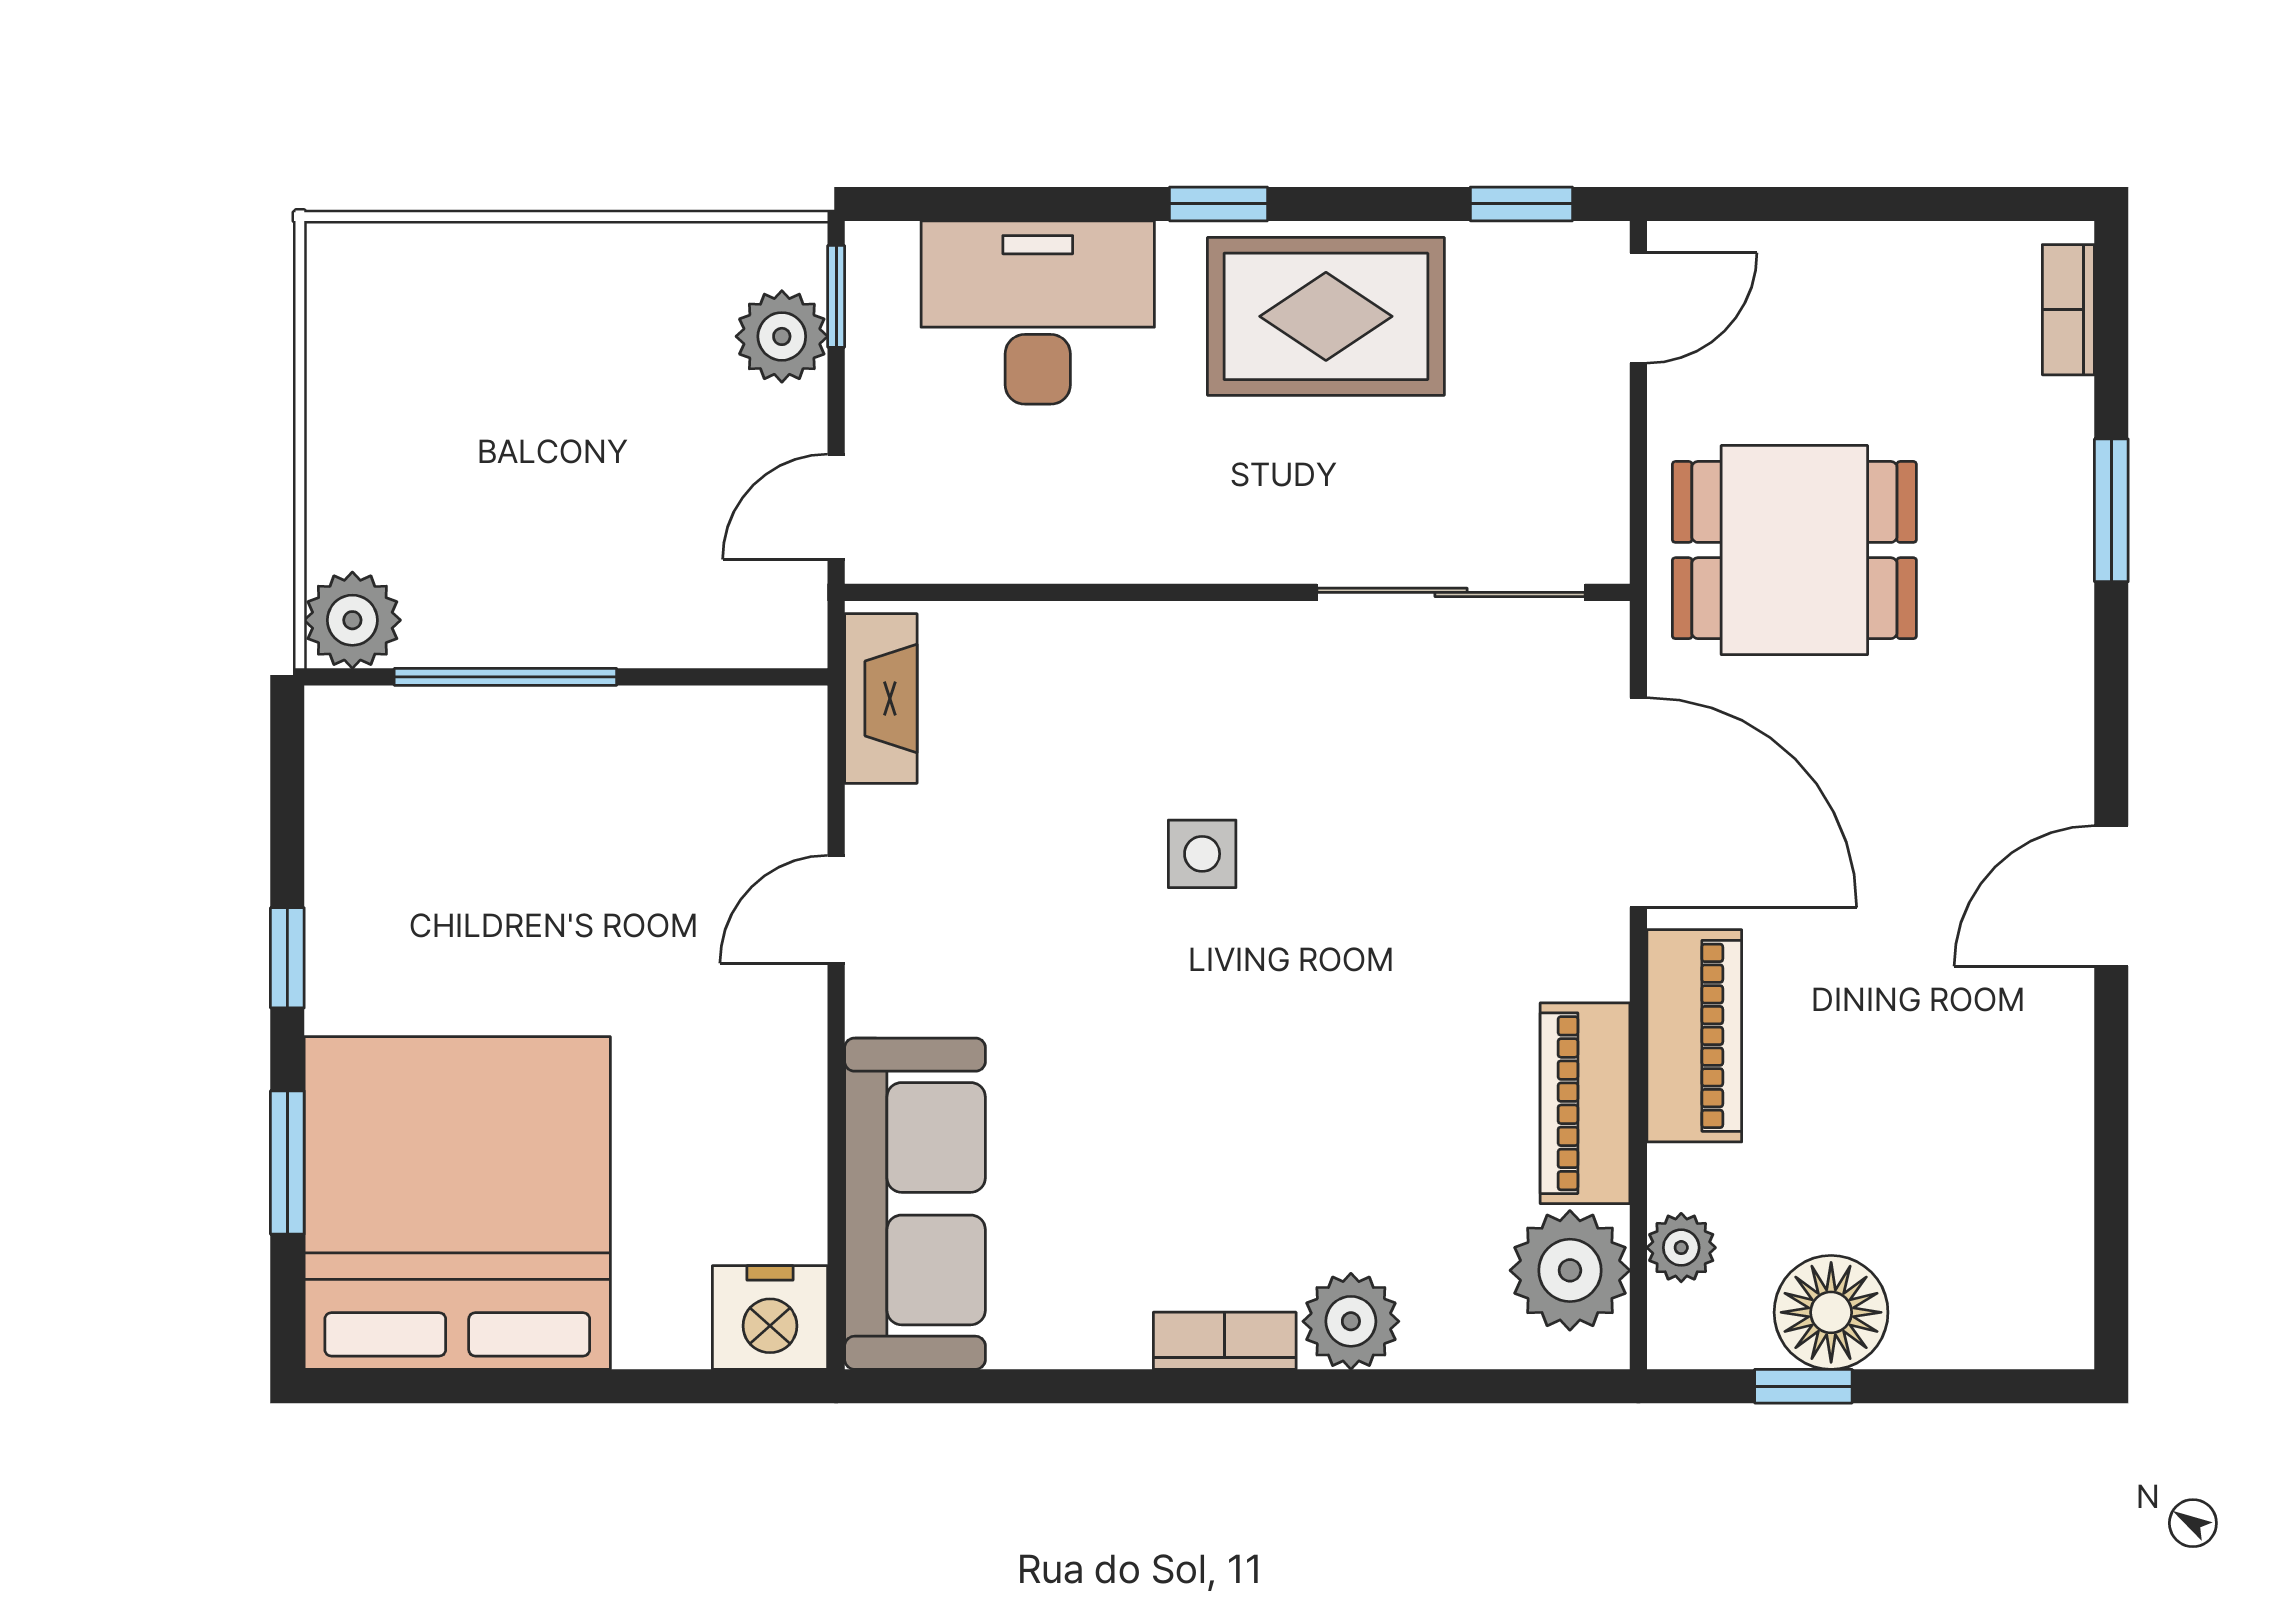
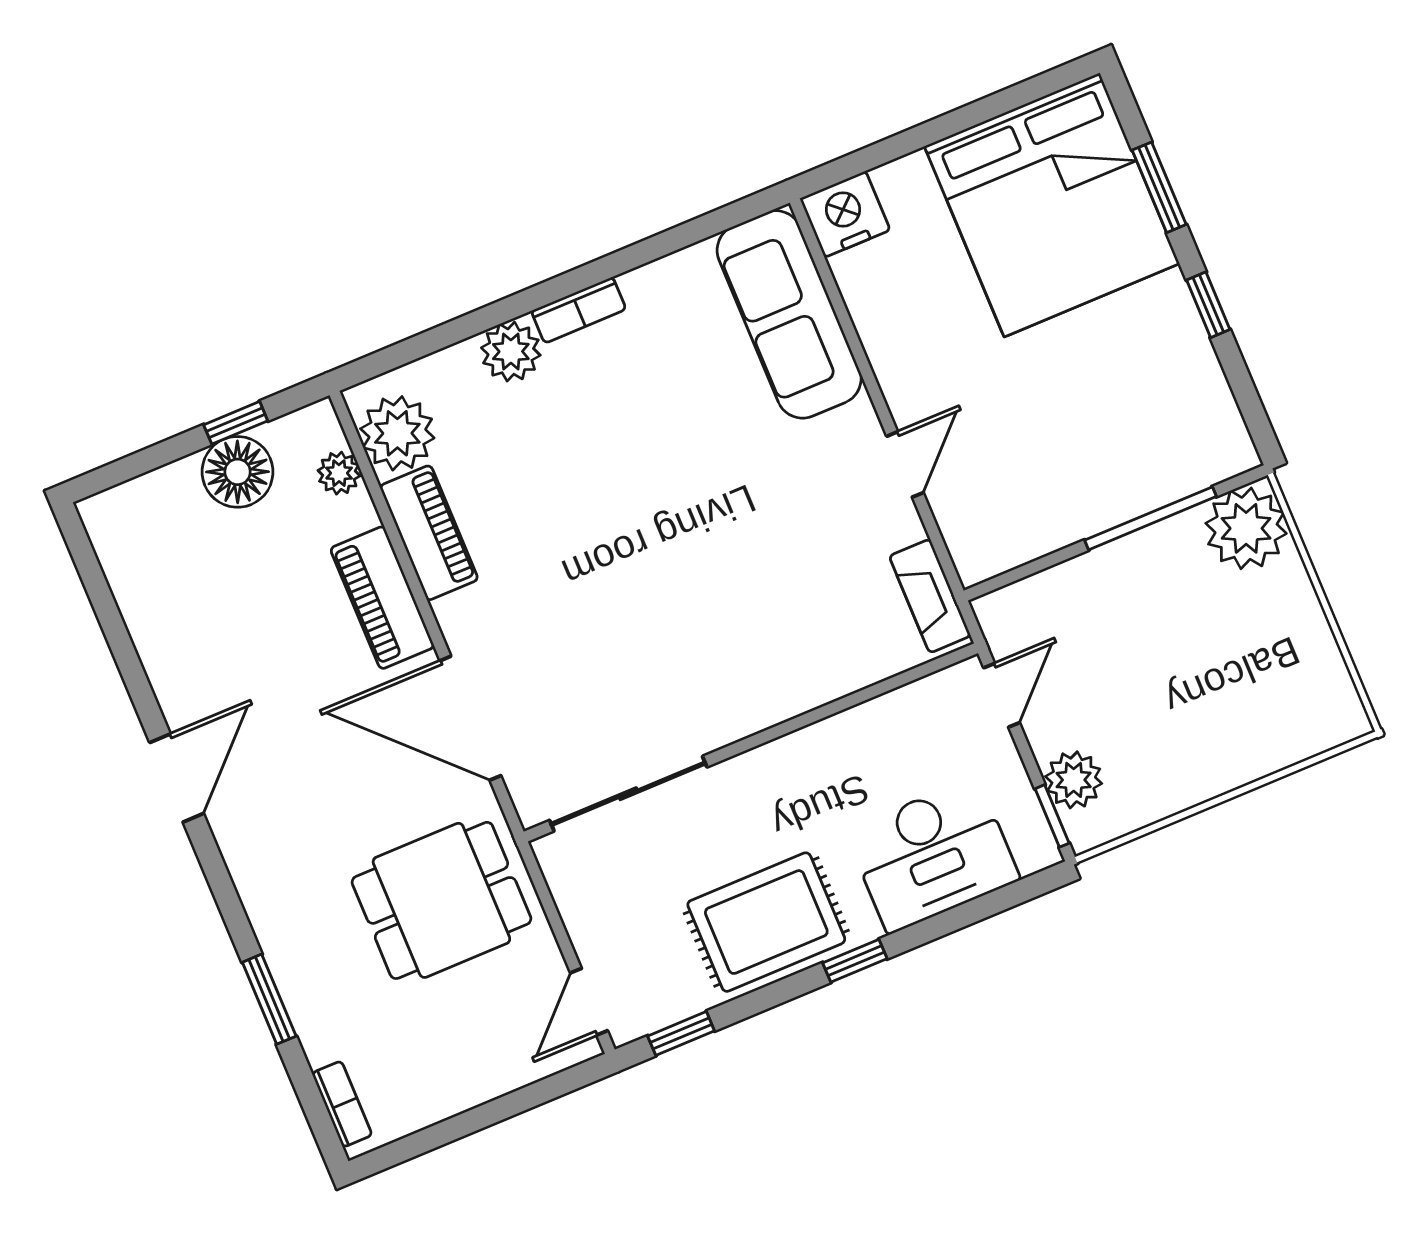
plant: (352, 620) -> (1246, 528), width x1.36, depth x1.36
side table: (1202, 854) -> (708, 584), removed

